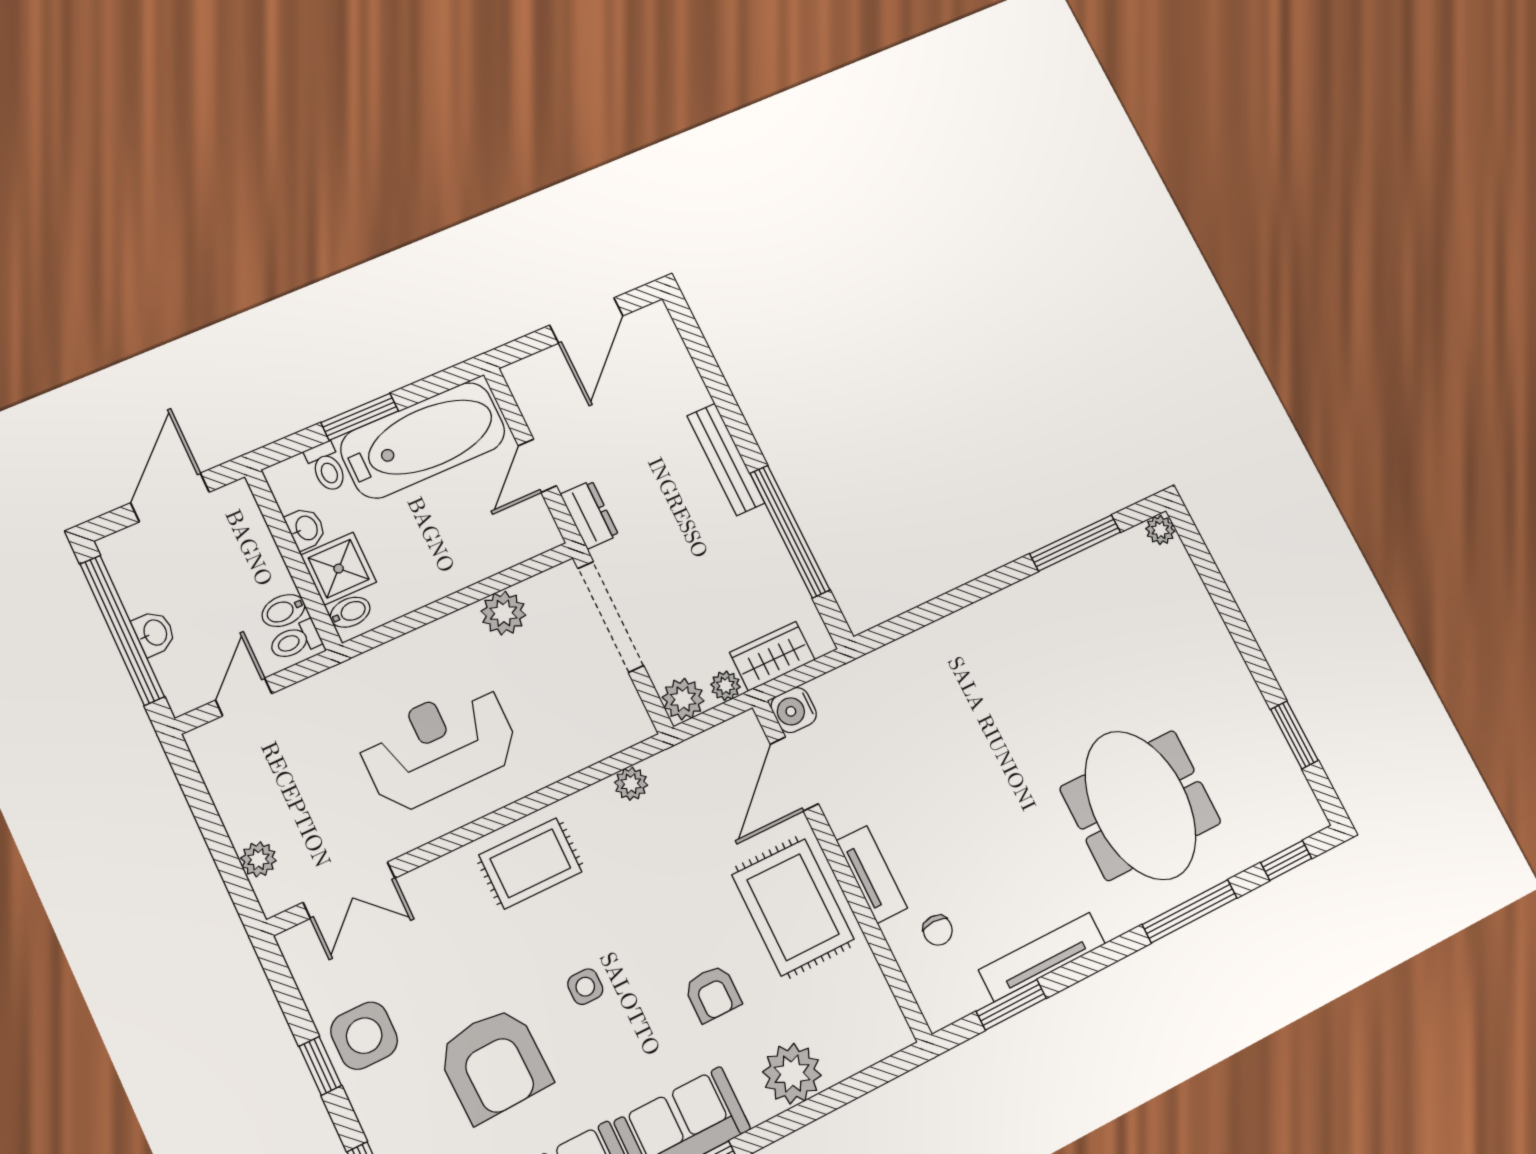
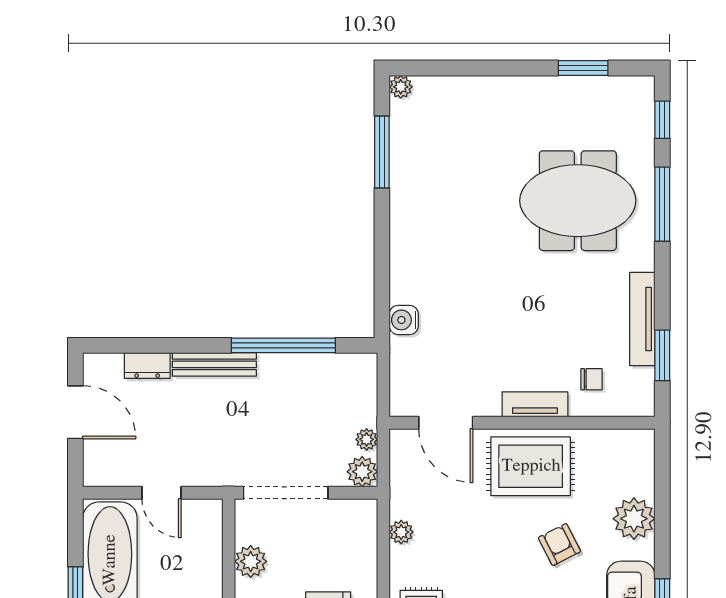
dresser: (589, 515) -> (147, 366), moved, turned 180
wardrobe: (772, 656) -> (362, 399), removed
water cooler: (794, 710) -> (404, 320), moved, turned 90
armchair: (713, 993) -> (559, 545), turned -117

